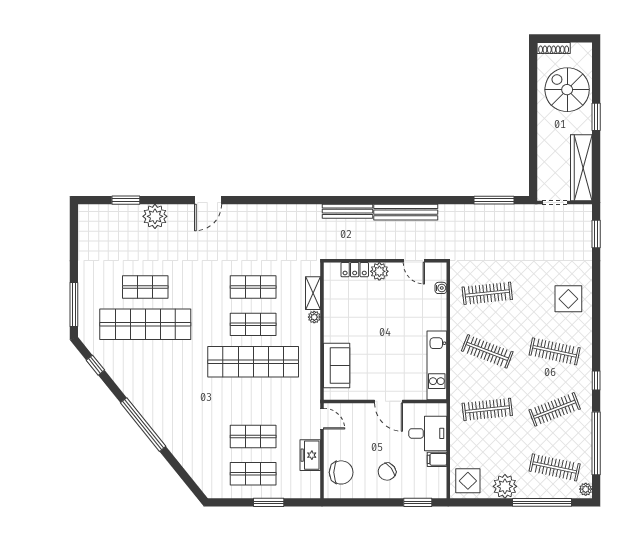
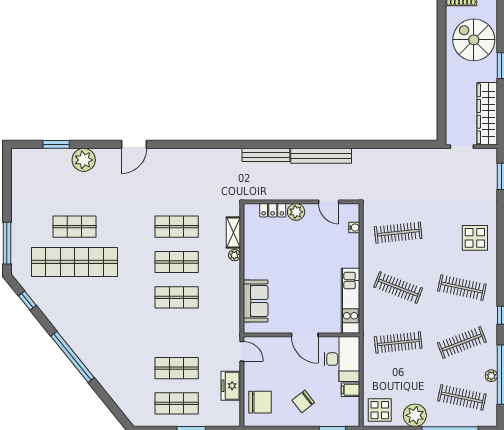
window: (494, 200) -> (405, 144), removed
shop shelf: (253, 362) -> (177, 297), width x0.50, depth x0.74
desk: (428, 433) -> (342, 359), width x1.37
plant: (586, 489) -> (491, 376), moved

